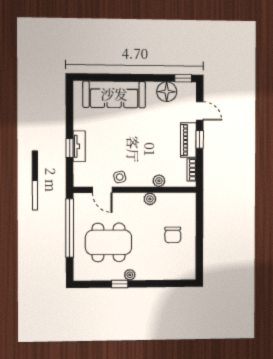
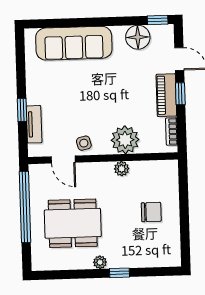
tv unit: (79, 146) -> (34, 124), moved
plant: (159, 181) -> (125, 140), width x1.87, depth x1.87
chair: (173, 235) -> (151, 212), turned -89
window: (120, 284) -> (119, 273), moved

